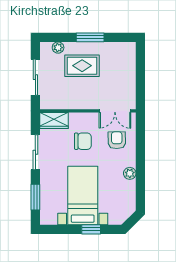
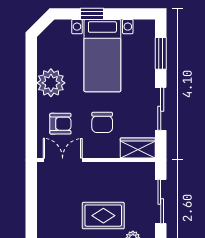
armchair: (117, 140) -> (60, 124), turned -89
chair: (83, 141) -> (102, 122), turned -90
plant: (130, 173) -> (51, 83), width x1.88, depth x1.88

